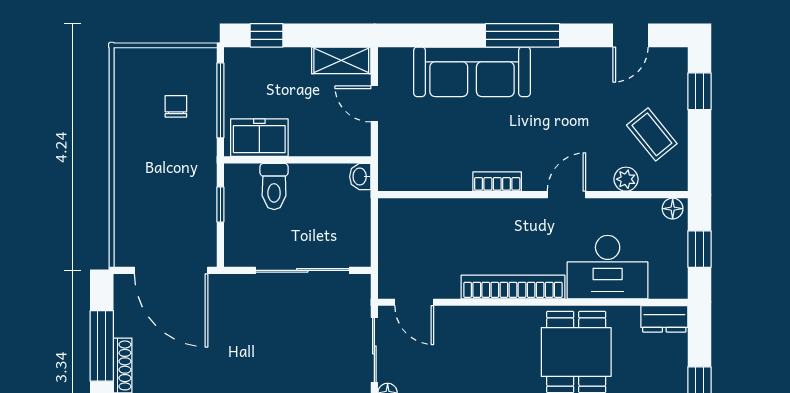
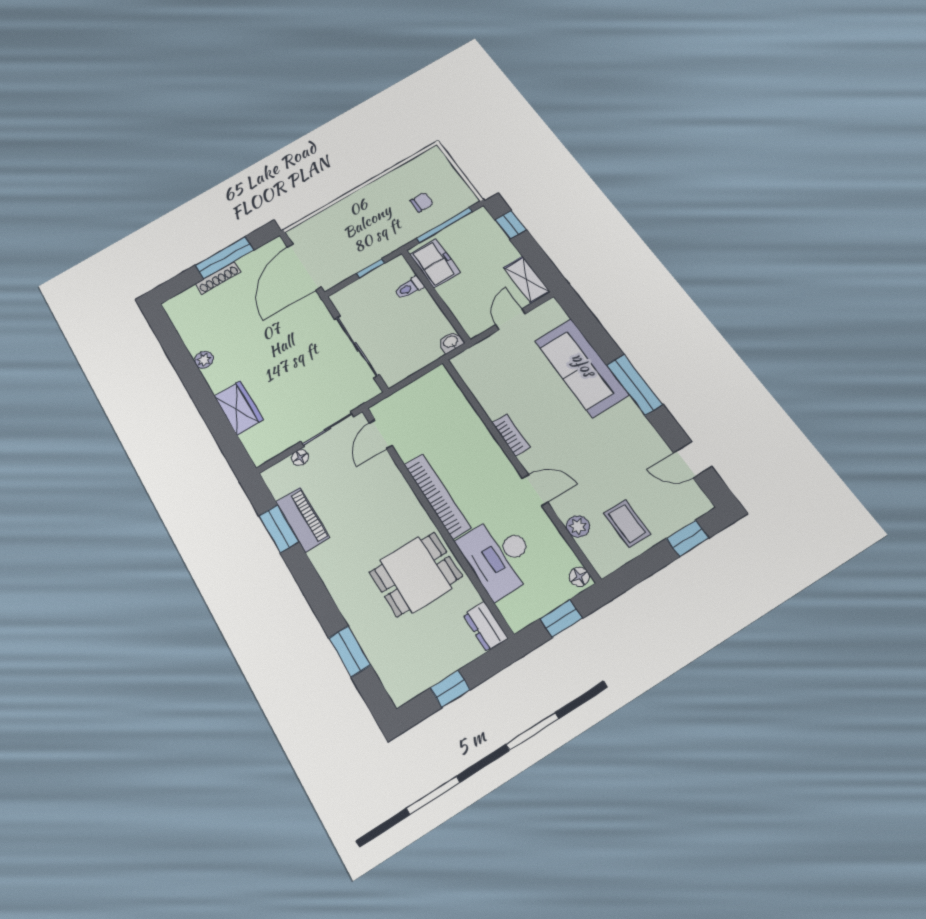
coffee table: (652, 134) -> (627, 524), turned -51
toilet: (274, 186) -> (409, 288), width x0.73, depth x0.72

